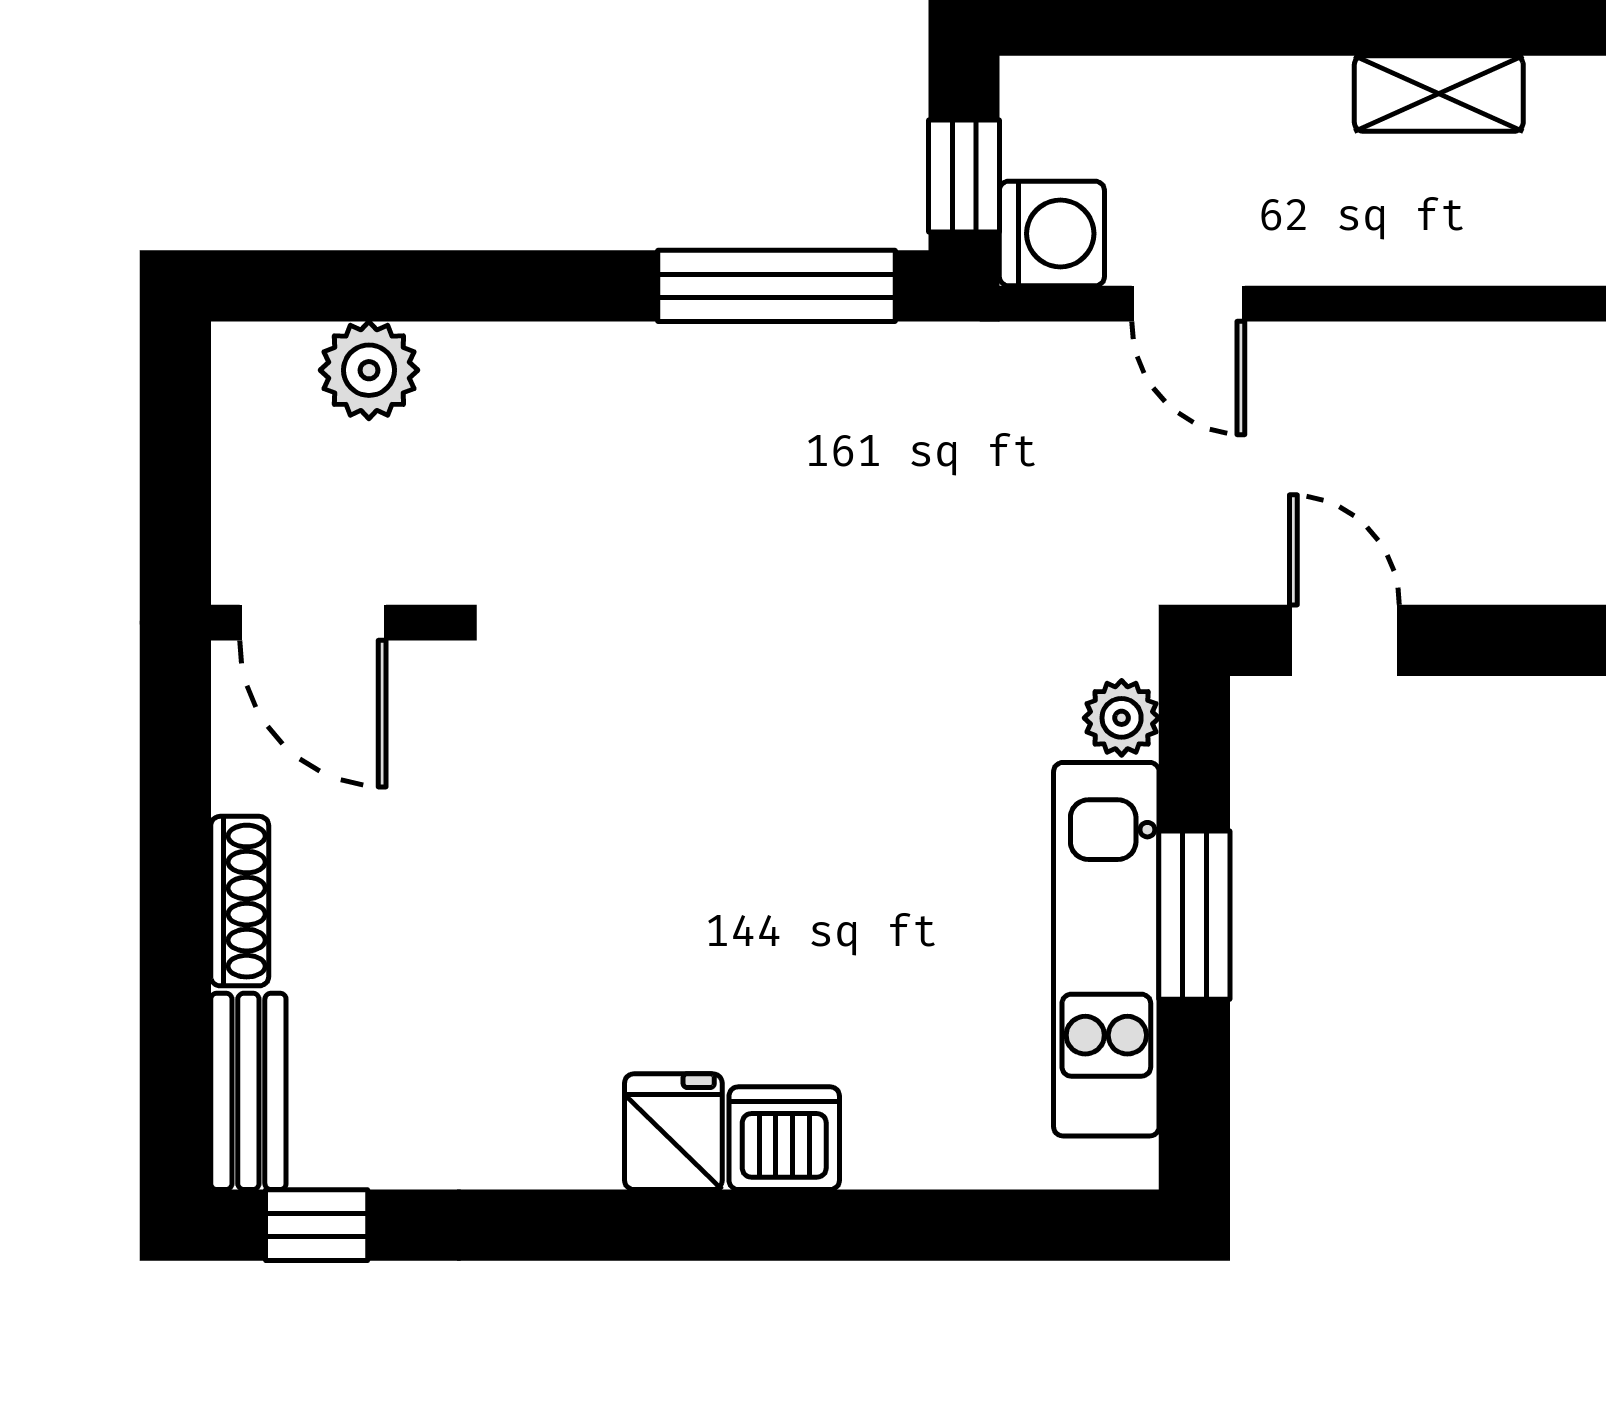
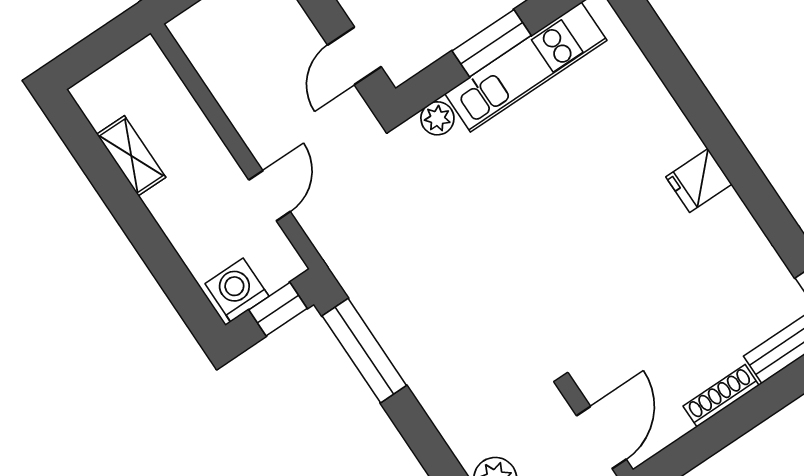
washing machine: (1052, 234) -> (237, 290), moved
dishwasher: (784, 1138) -> (674, 138), removed

